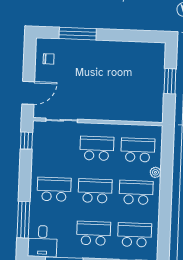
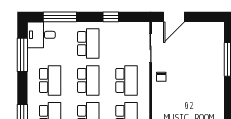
chair: (49, 59) -> (161, 77), moved
door: (28, 93) -> (174, 17), hinge flipped
window: (26, 141) -> (111, 17), moved

